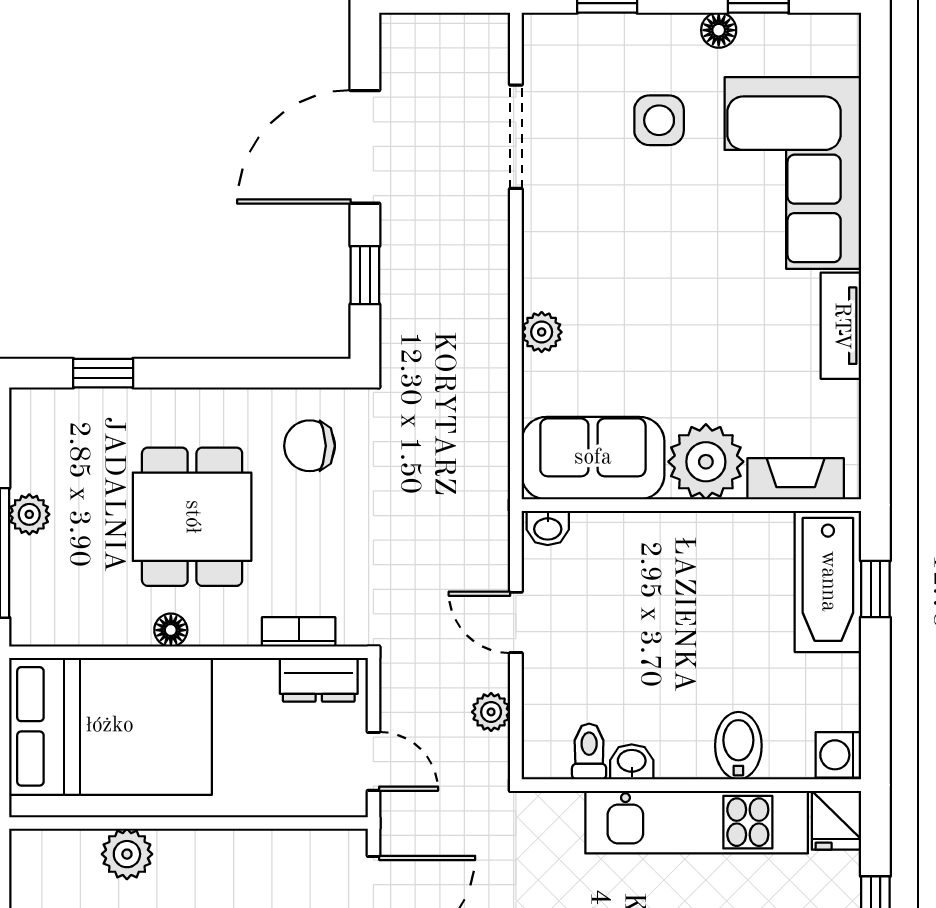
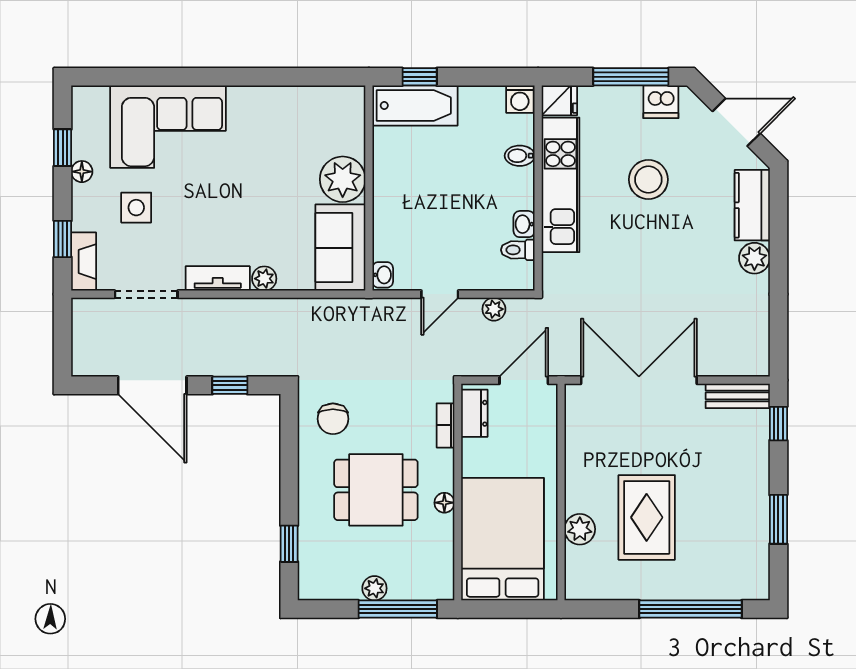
tv unit: (841, 326) -> (218, 278), moved, turned 180
fireplace: (796, 479) -> (84, 262), moved, turned 180
bidet: (738, 746) -> (520, 156), width x0.72, depth x0.74
door: (373, 761) -> (524, 380), width x1.37

